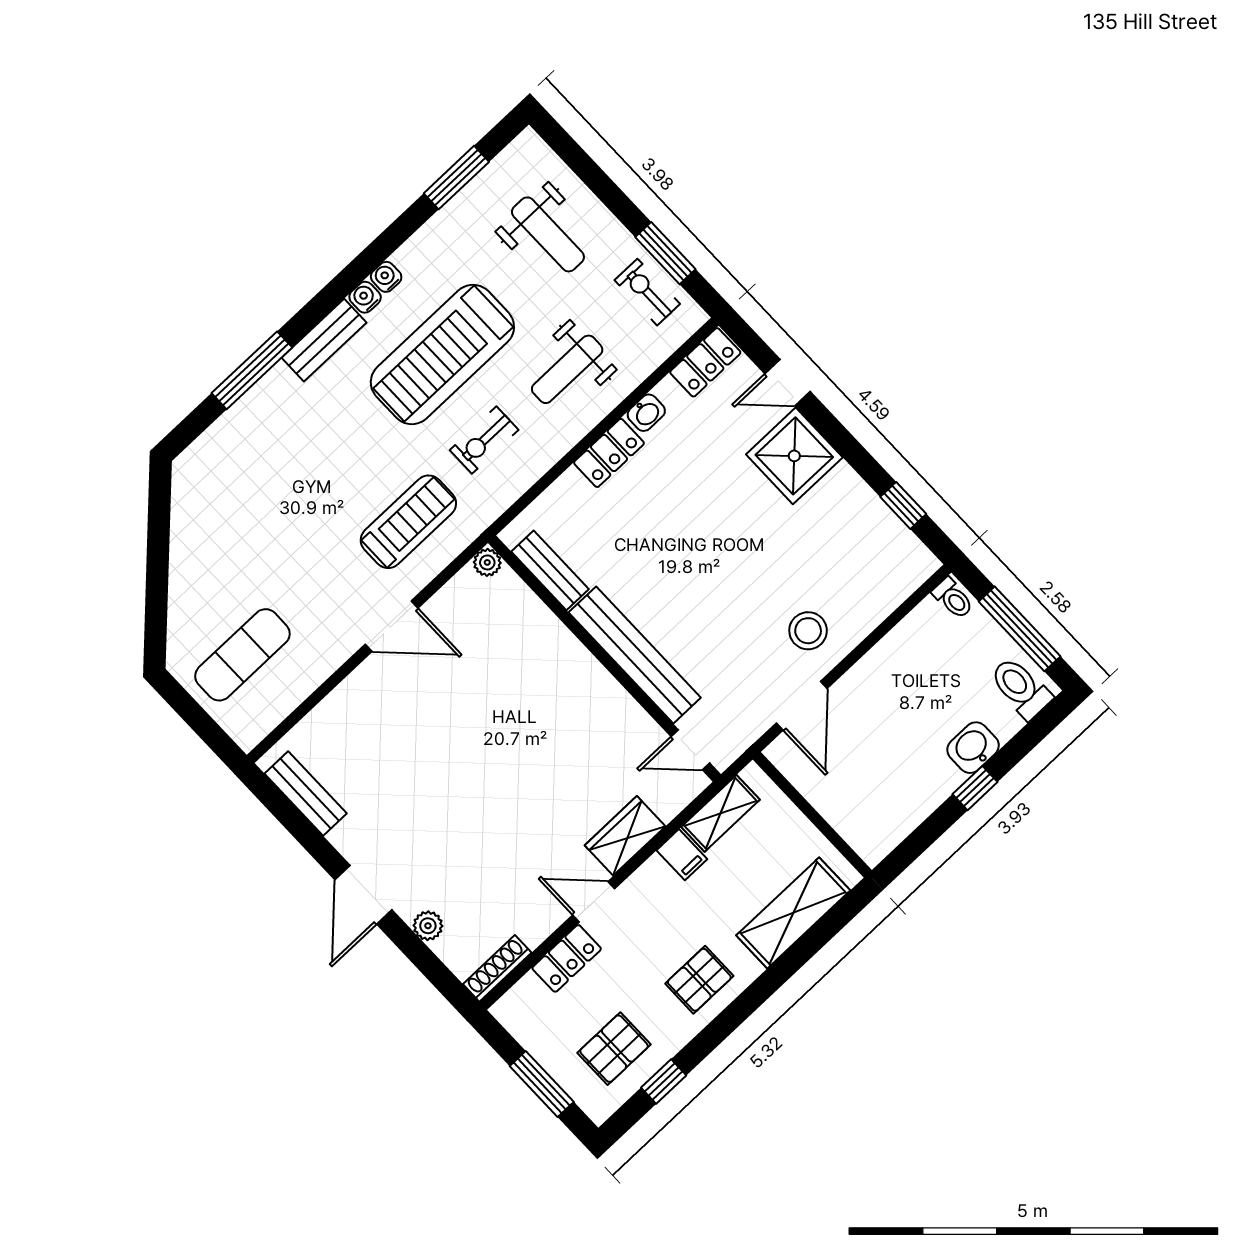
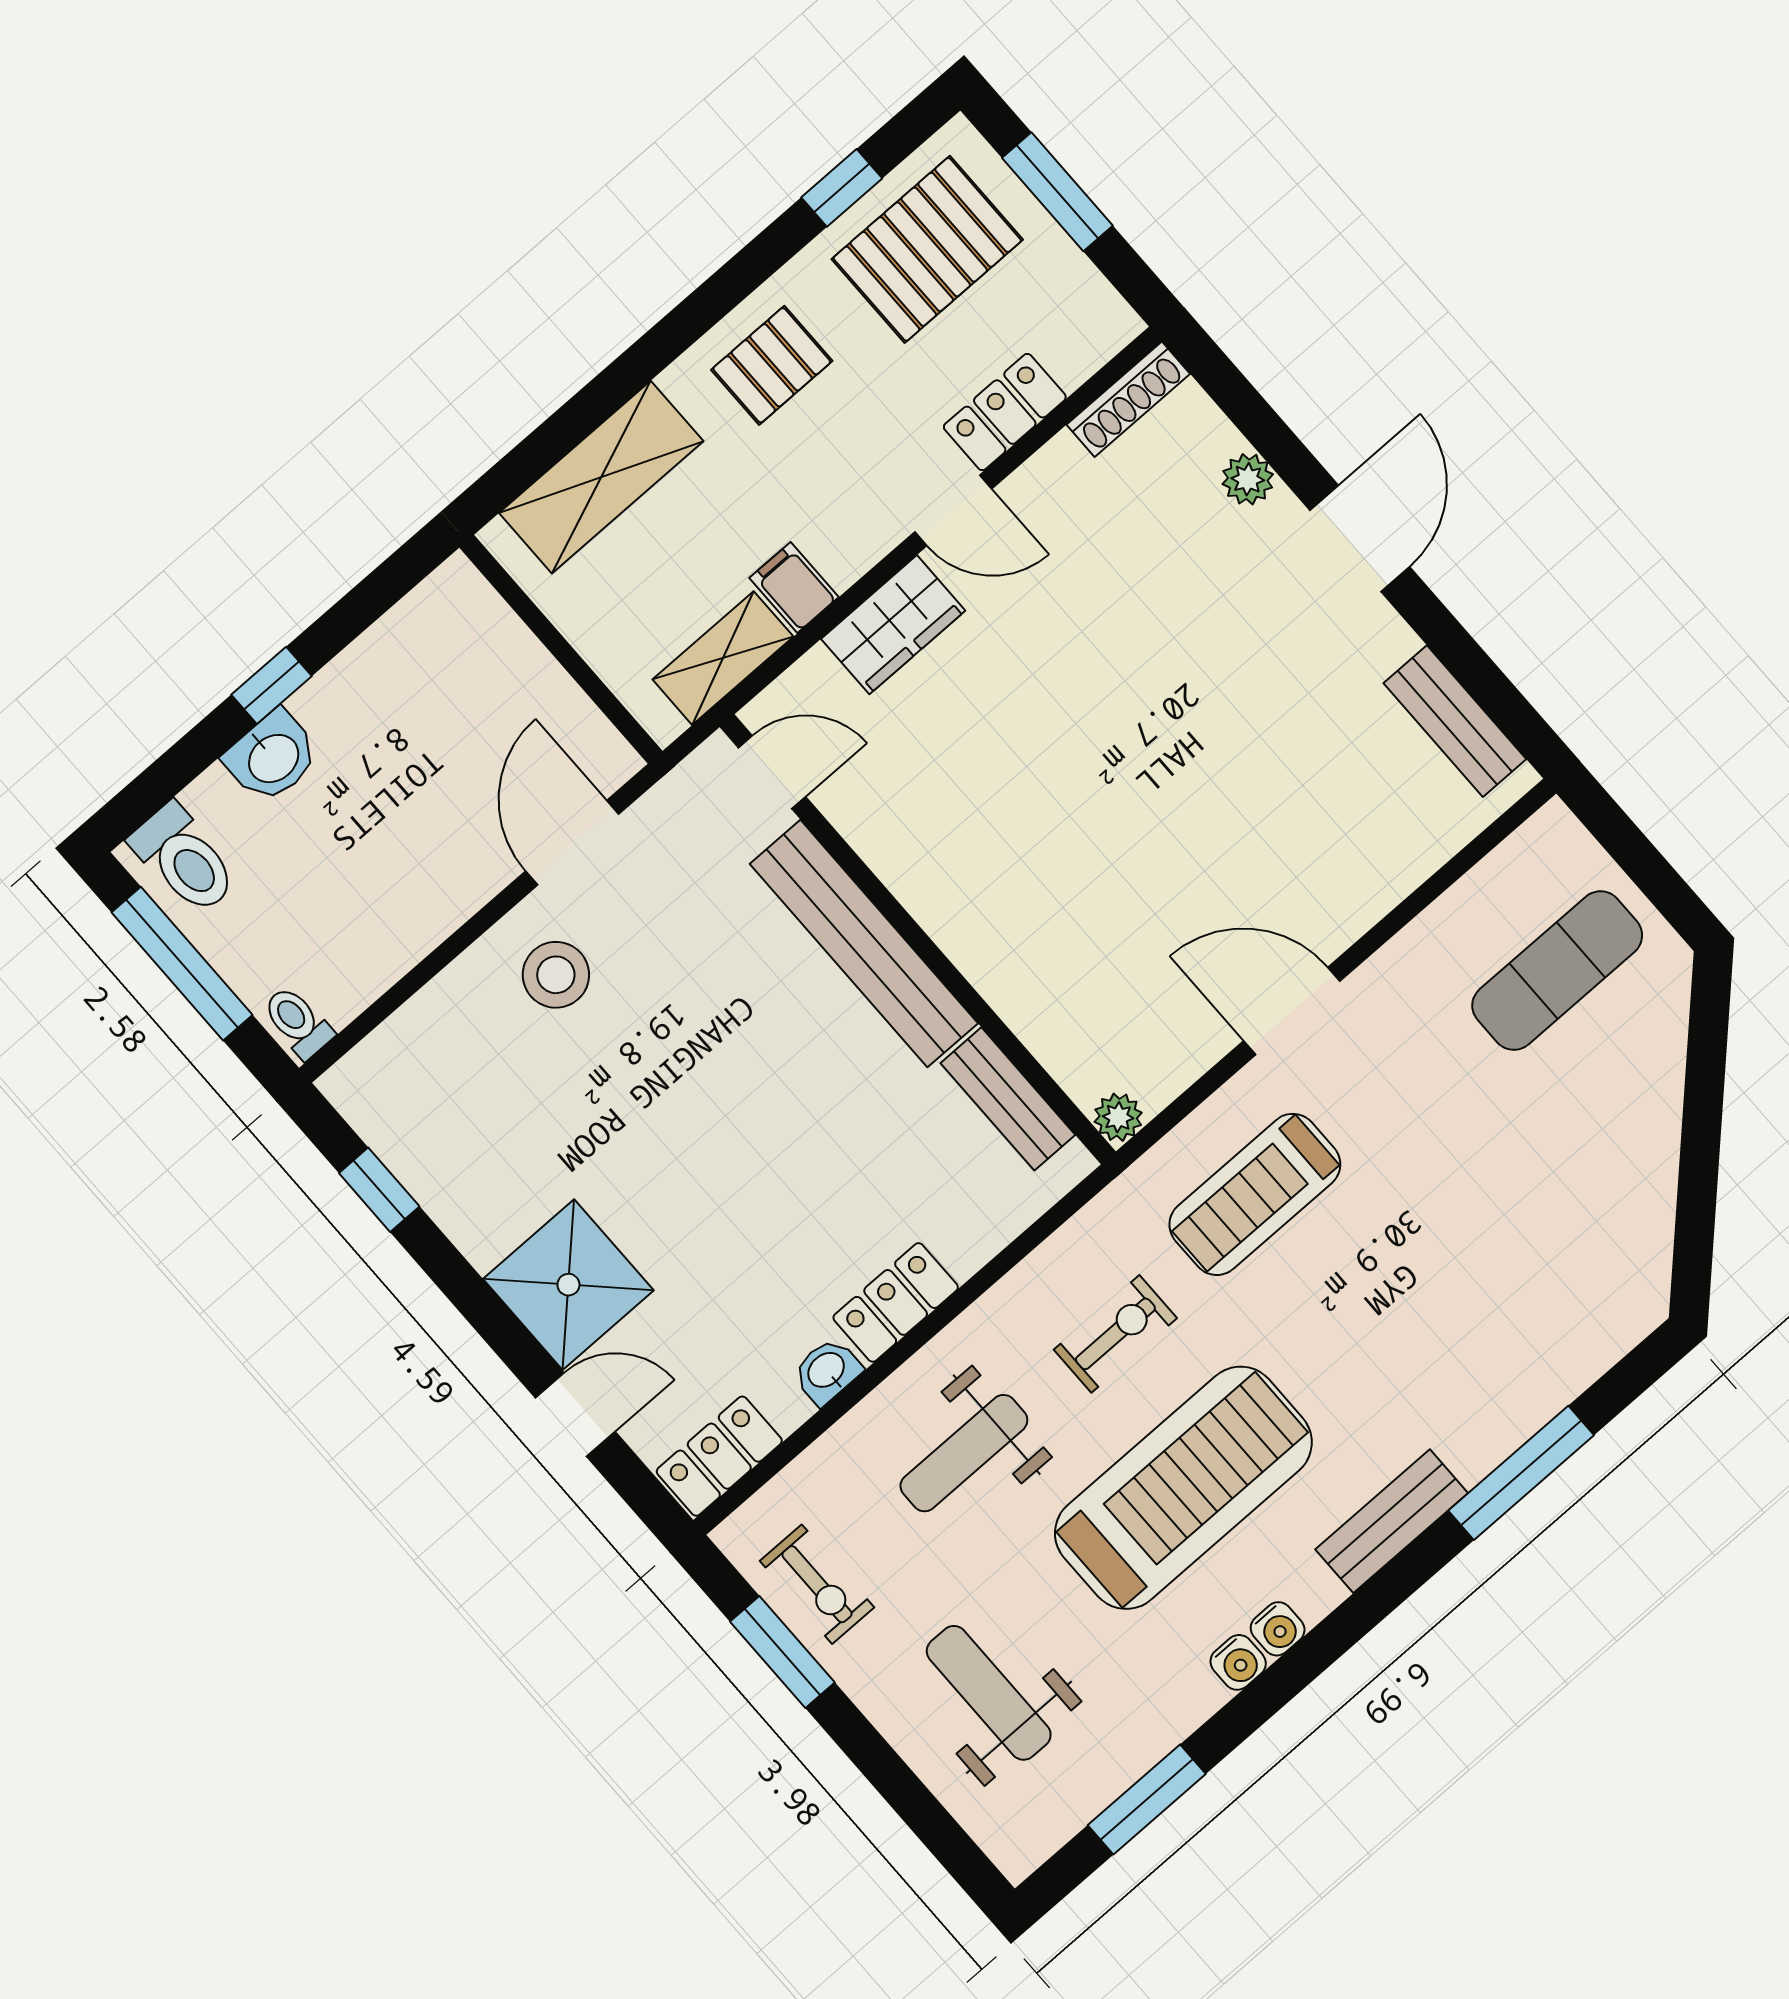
water cooler: (365, 297) -> (1238, 1662), moved
weight bench: (567, 369) -> (964, 1453), turned 180
pallet: (614, 1049) -> (927, 249), width x1.50, depth x1.42

